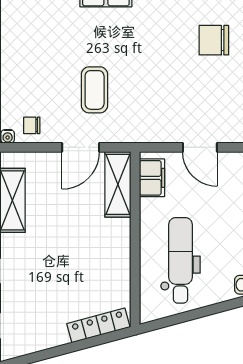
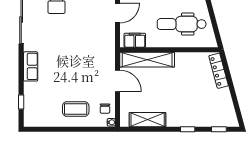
coffee table: (95, 90) -> (76, 109), moved
shelving: (118, 184) -> (147, 60), width x1.47

